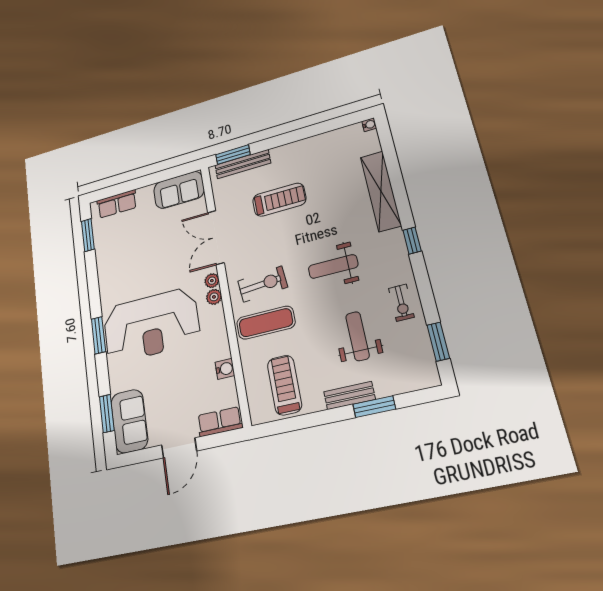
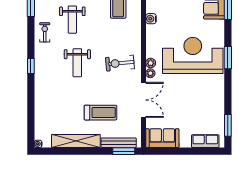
shelving: (381, 191) -> (76, 141), moved, turned 90
treadmill: (279, 200) -> (100, 113), turned 180
weight bench: (333, 266) -> (77, 63), turned 90
exercise mat: (266, 323) -> (122, 40), removed

